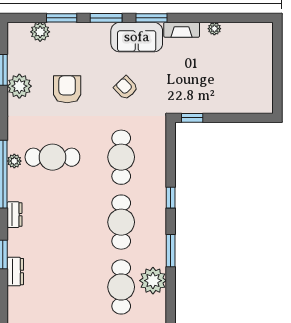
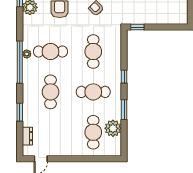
dresser: (14, 215) -> (27, 87), removed
cafe table: (52, 222) -> (50, 92), added
cafe table: (121, 222) -> (93, 92), turned 90
dresser: (15, 272) -> (27, 136), moved

